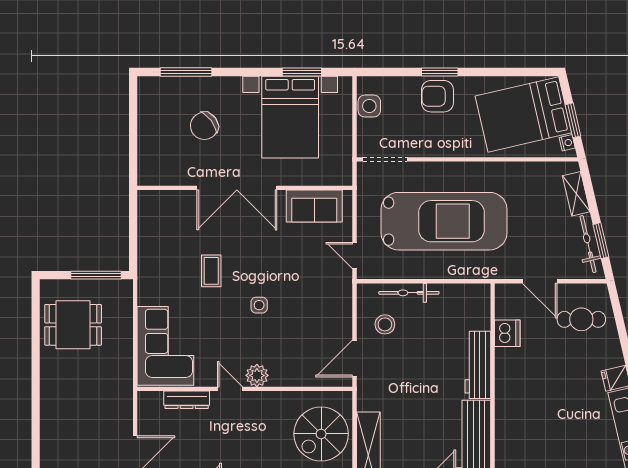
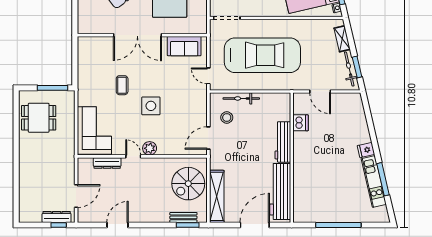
side table: (259, 305) -> (151, 106), width x1.87, depth x1.87
cafe table: (581, 319) -> (345, 114), removed

